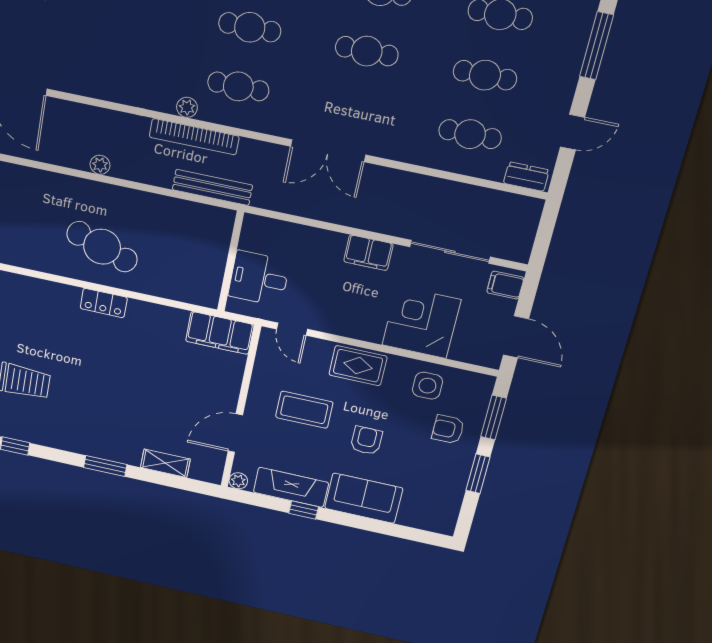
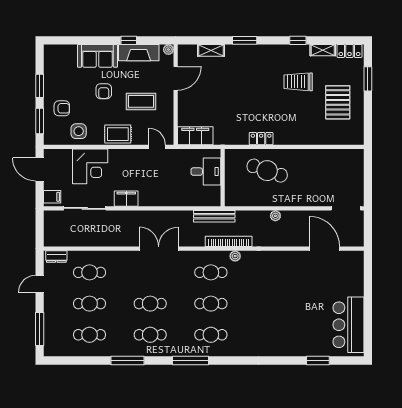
wall: (231, 262) -> (223, 178), moved
desk: (259, 278) -> (206, 172), moved

